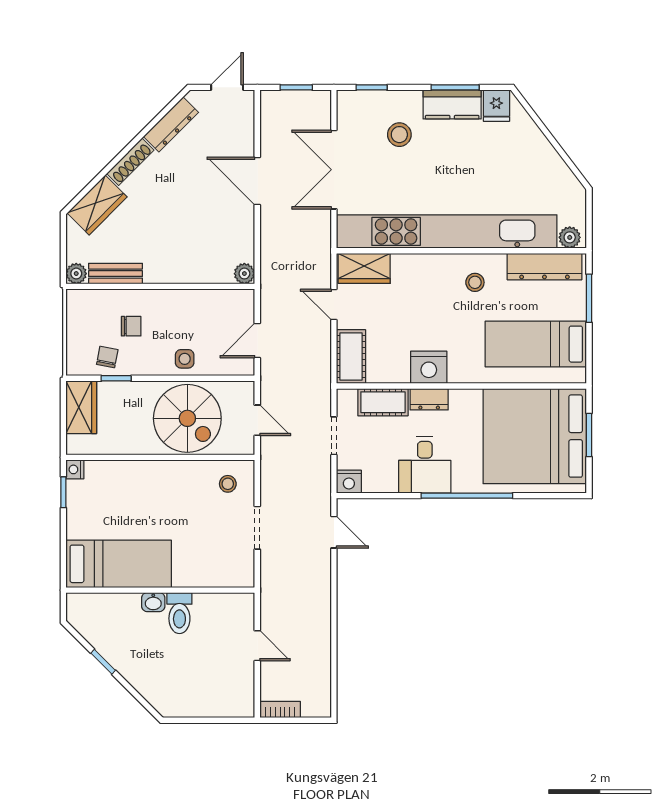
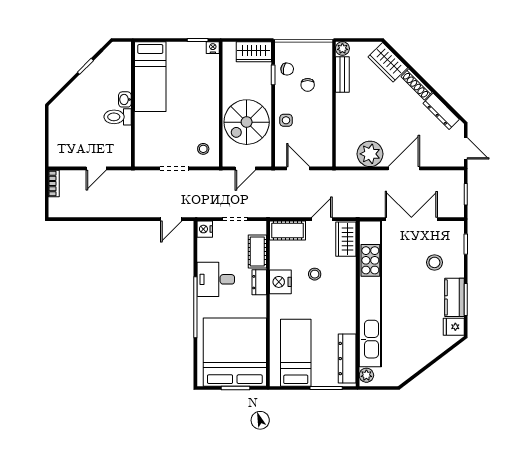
plant: (244, 274) -> (370, 154), moved, width x1.87, depth x1.87
stool: (475, 282) -> (315, 274), moved

